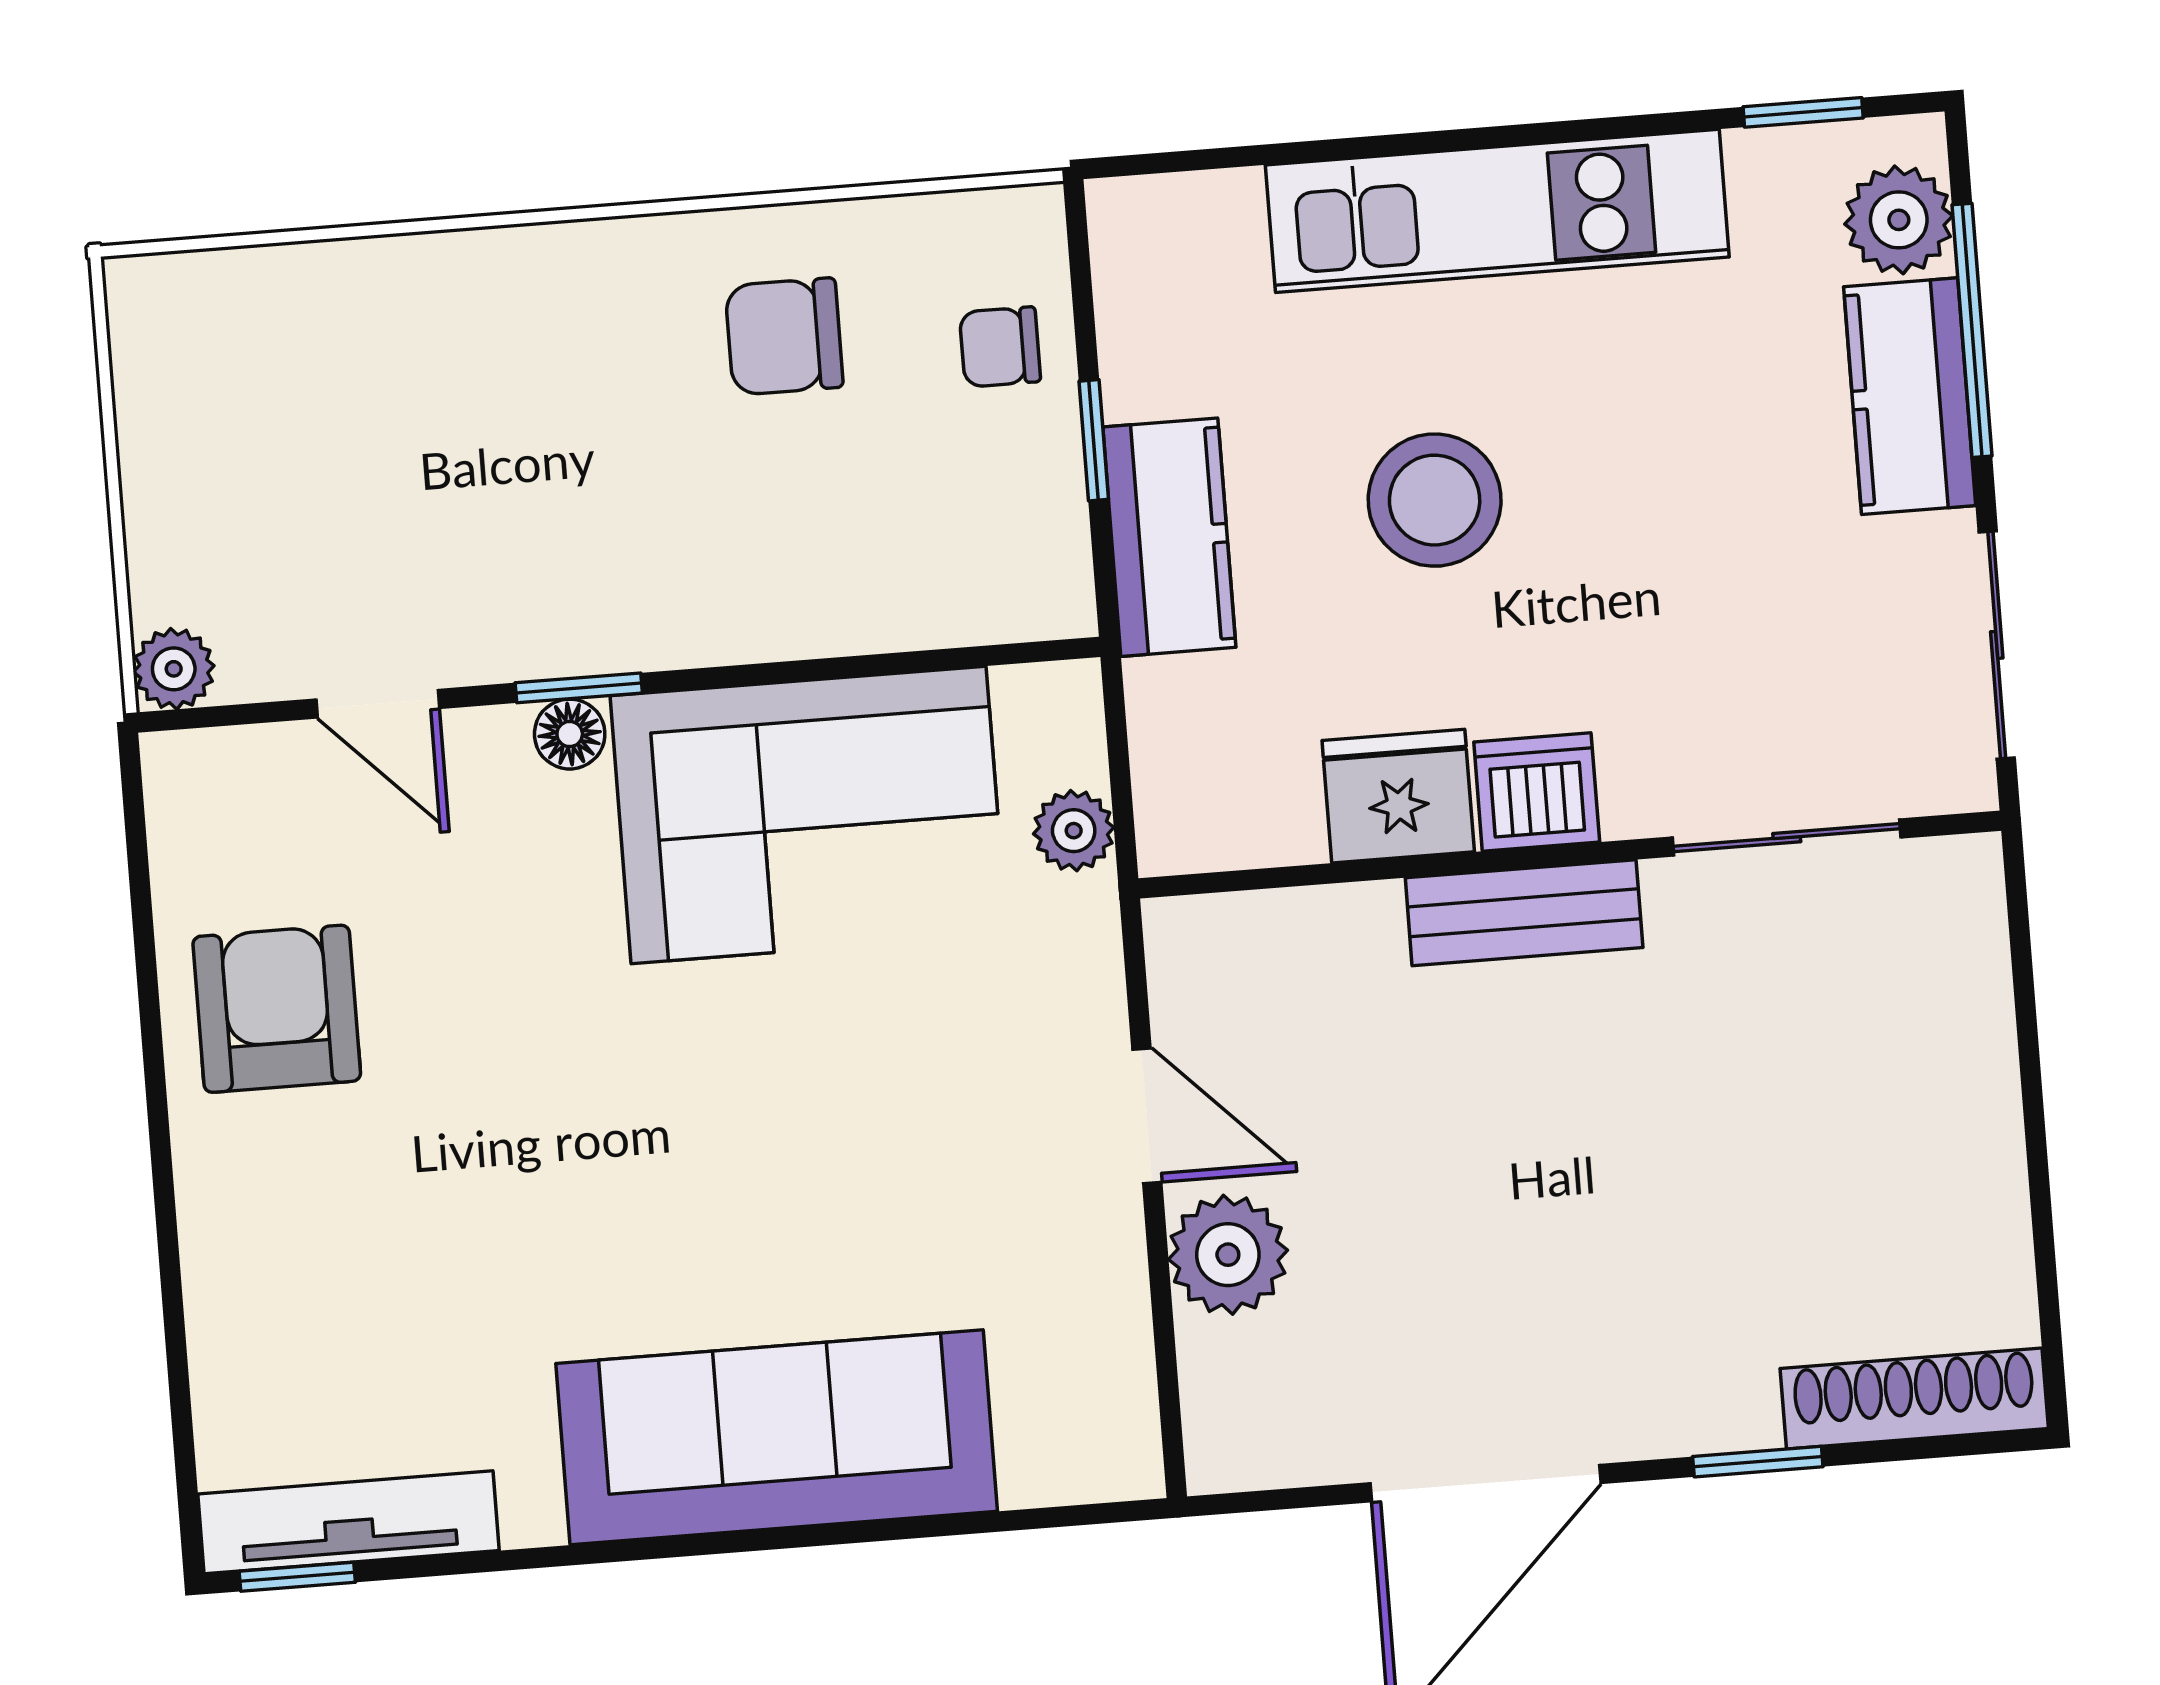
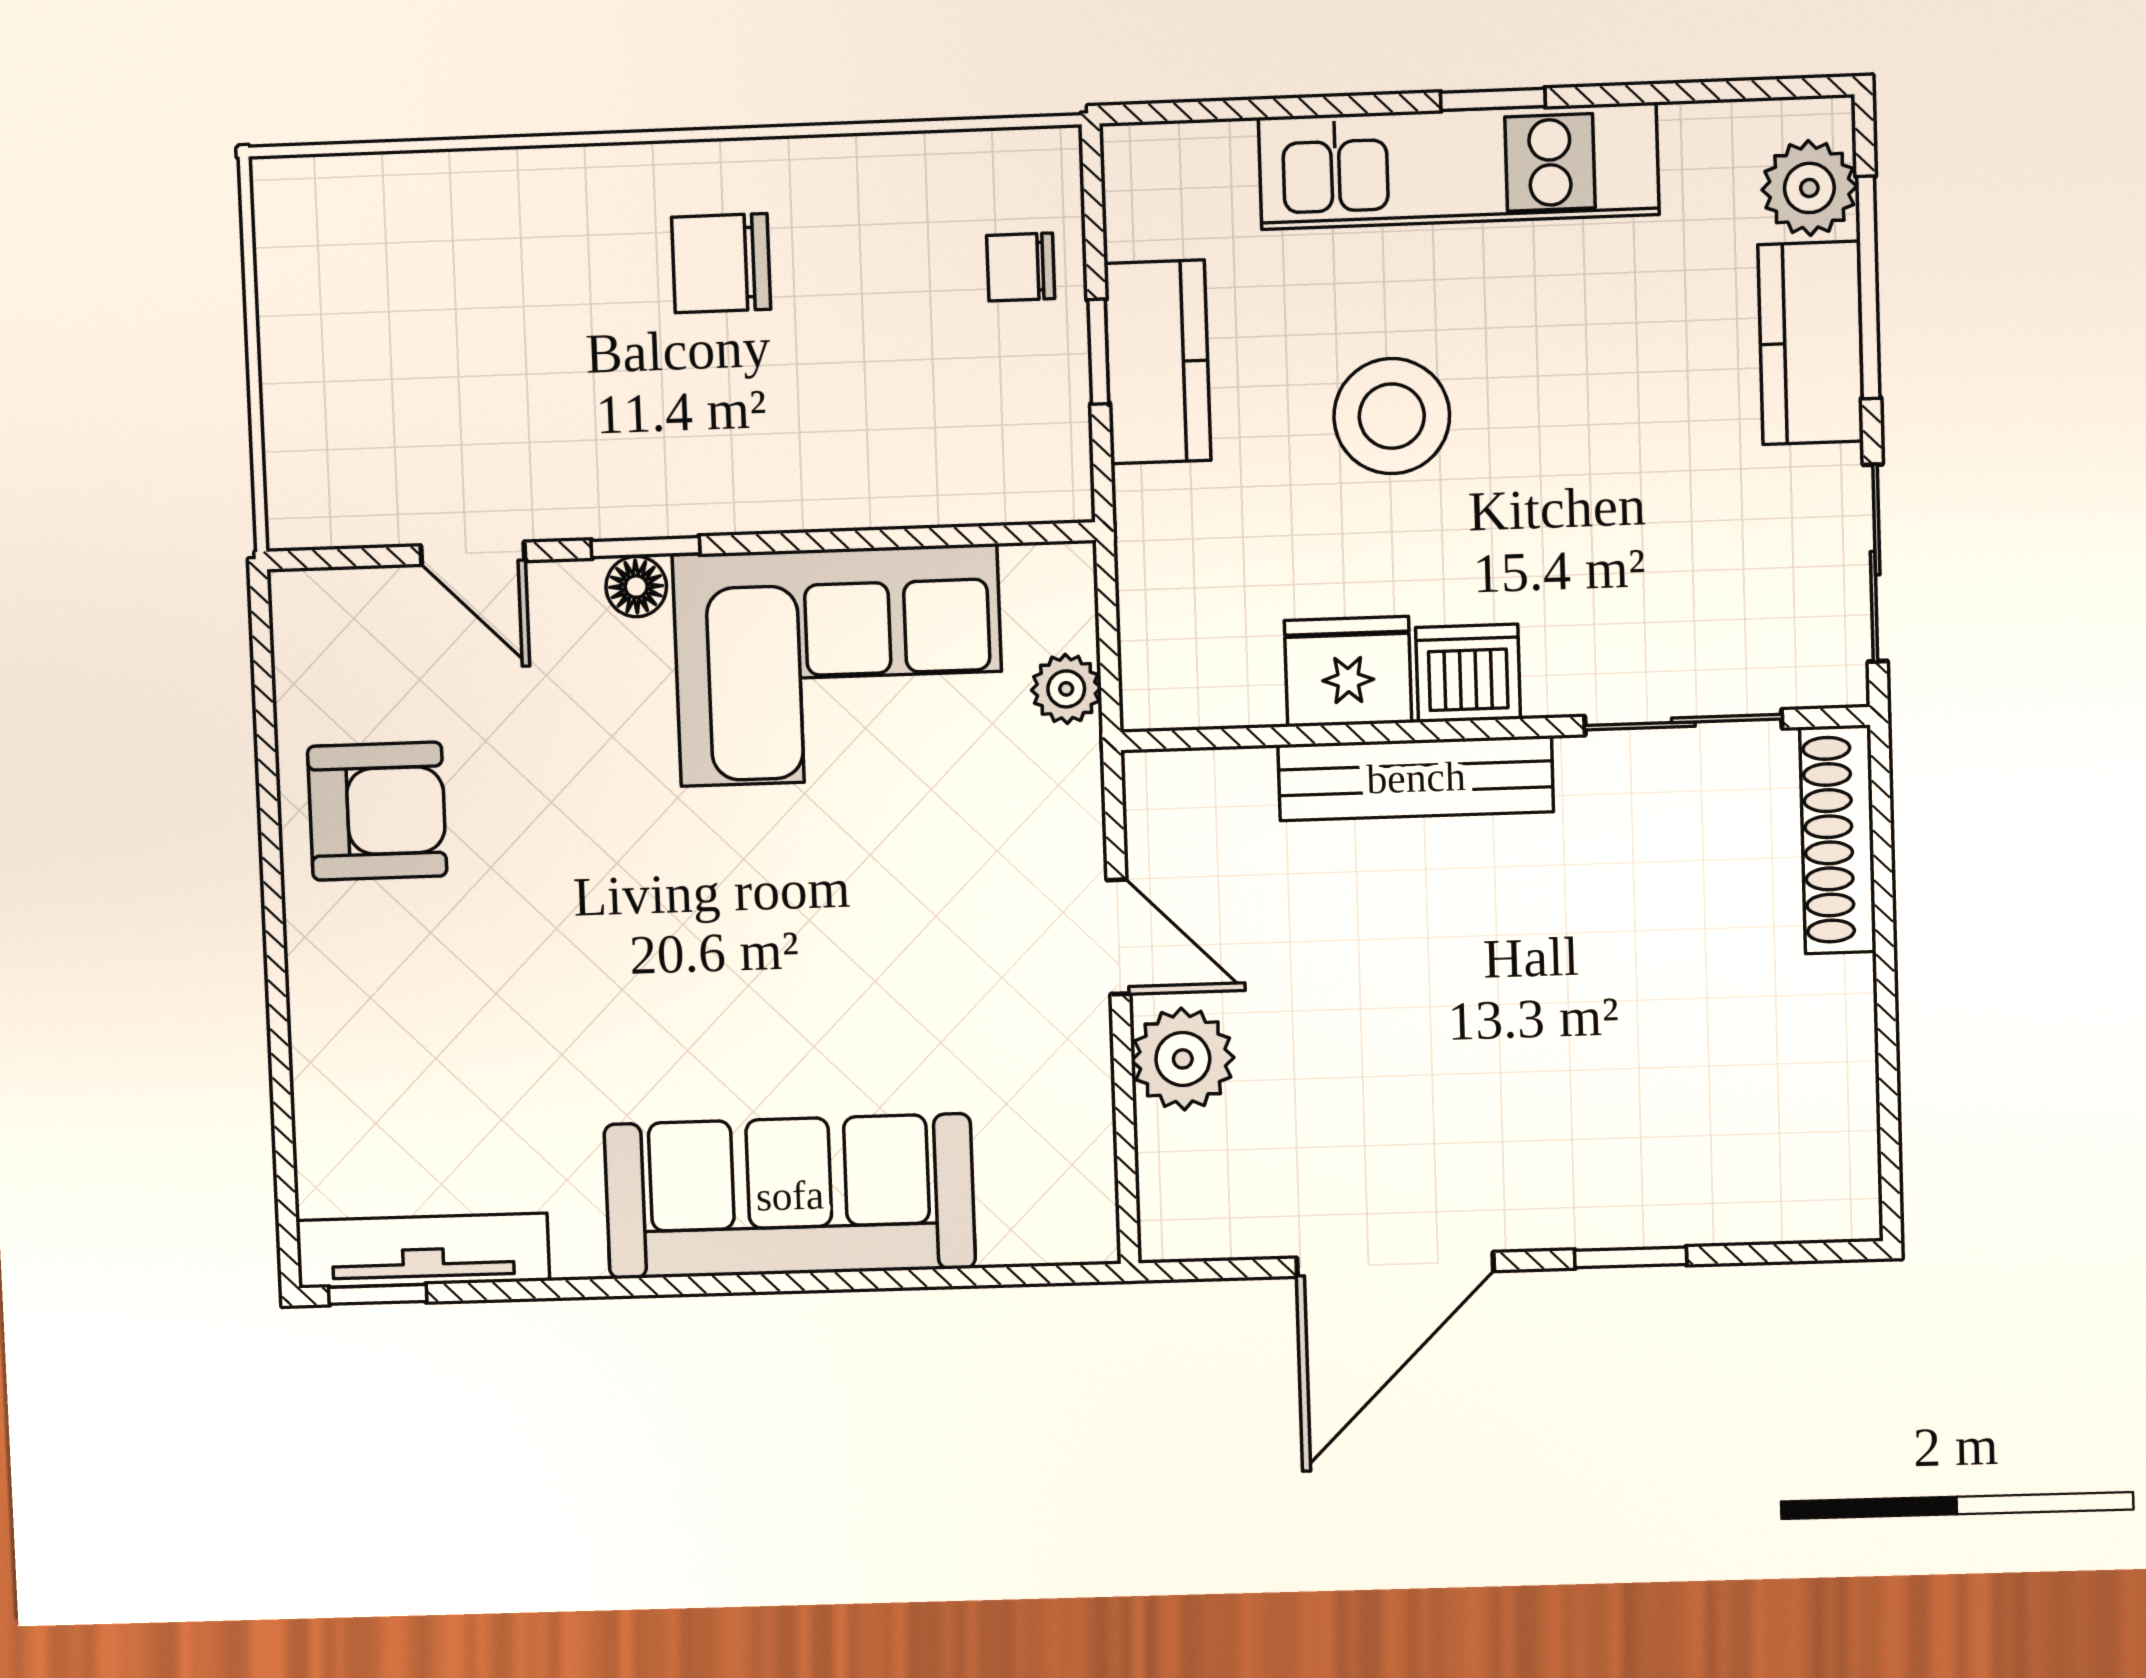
window: (1803, 112) -> (1493, 99), moved
chair: (784, 337) -> (721, 263), moved
kitchen counter: (1169, 537) -> (1157, 362), moved
plant: (174, 669) -> (299, 516), removed
bench: (1524, 913) -> (1416, 778), width x1.36
armchair: (277, 1009) -> (377, 811), turned 90
shoe rack: (1914, 1399) -> (1838, 839), moved, turned -90

